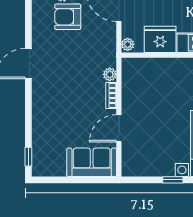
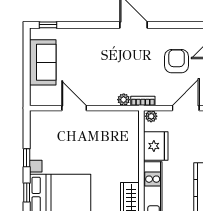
bookcase: (111, 95) -> (143, 101), moved
sofa: (92, 162) -> (43, 62), moved

